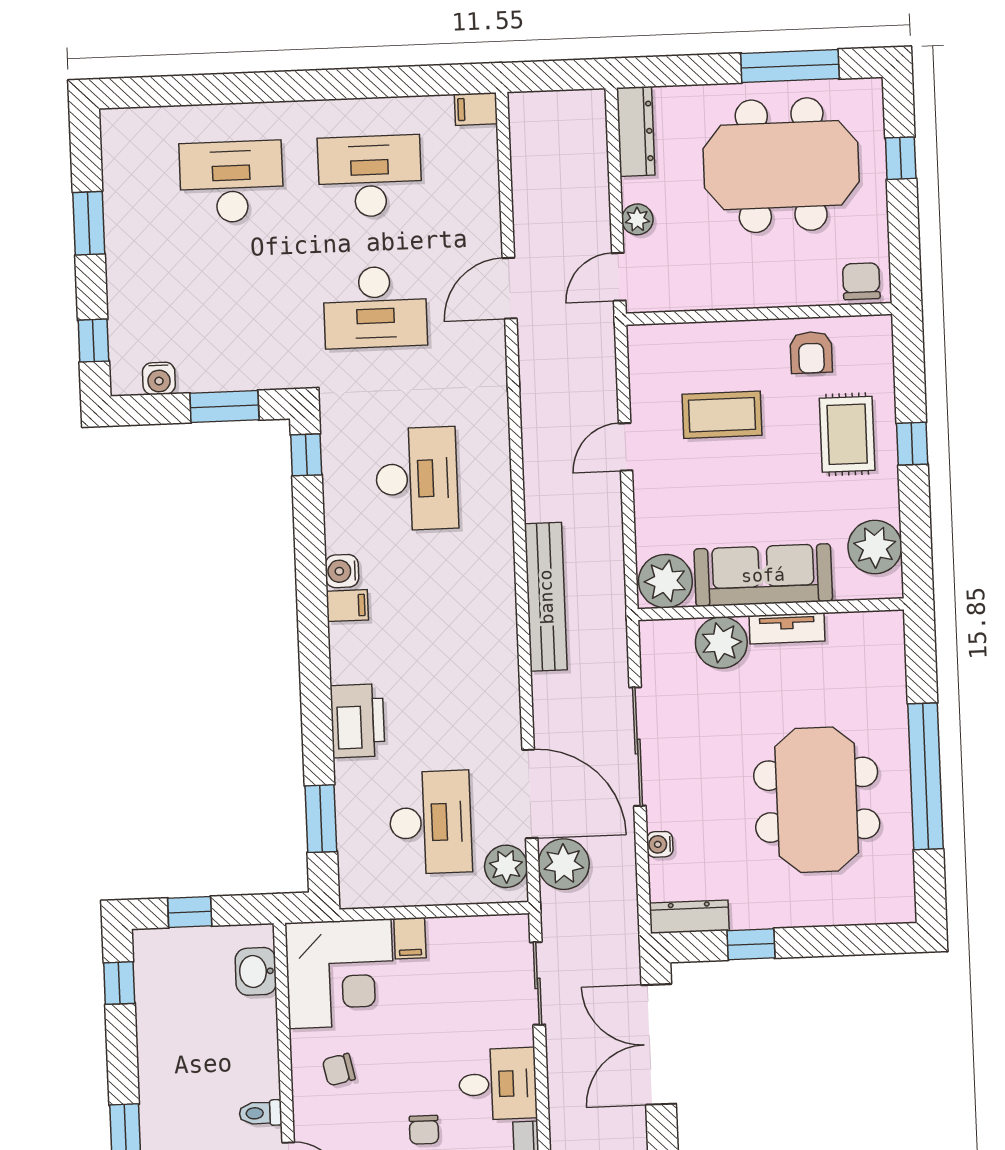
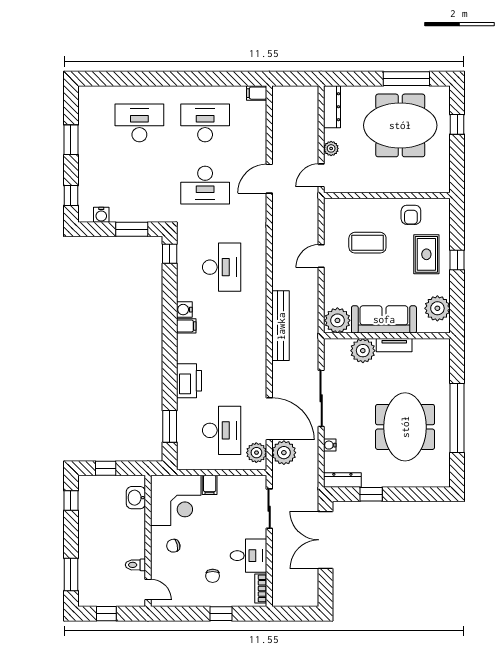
chair: (861, 281) -> (436, 182), removed

